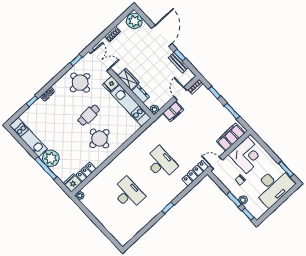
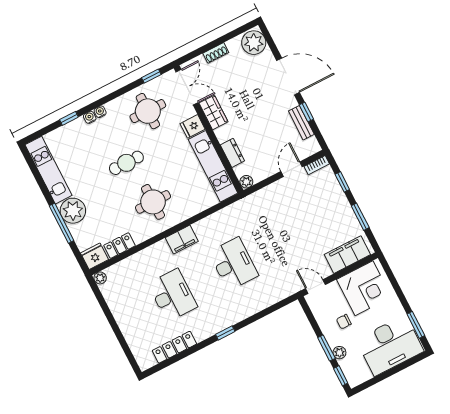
door: (162, 36) -> (288, 76), hinge flipped
wardrobe: (128, 79) -> (213, 112), moved
filing cabinet: (173, 111) -> (182, 240), moved
cafe table: (89, 115) -> (126, 163), moved
locker: (195, 173) -> (174, 347), moved

